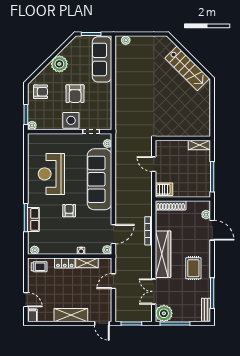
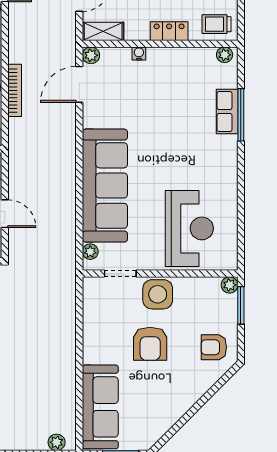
plant: (59, 64) -> (179, 399), removed
armchair: (75, 94) -> (150, 344), turned 180
reception desk: (51, 174) -> (189, 228), moved
armchair: (69, 211) -> (161, 128), removed
shelving: (87, 263) -> (103, 31), moved

